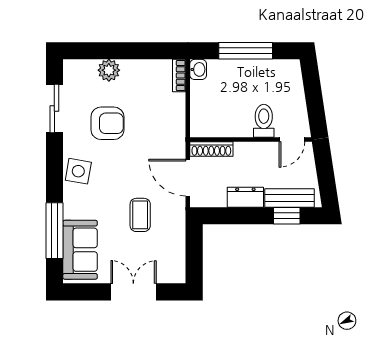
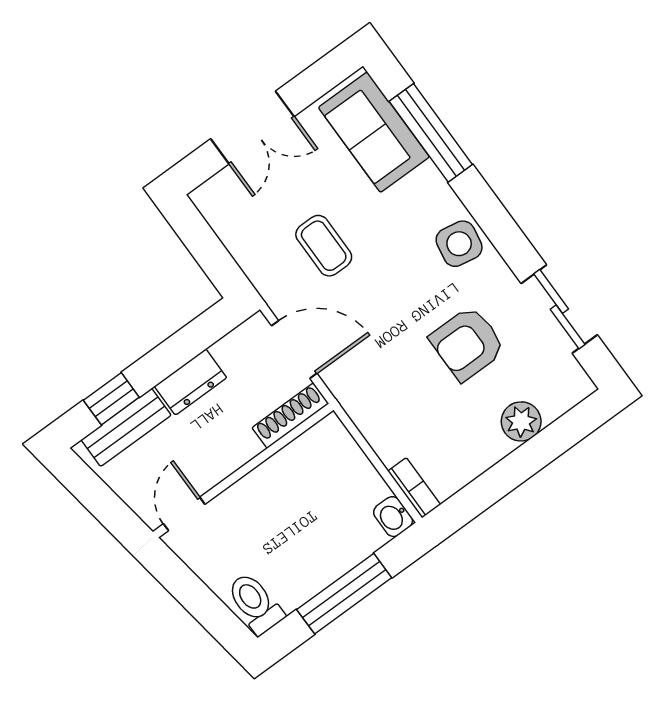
toilet: (264, 121) -> (255, 603), moved, turned 180

